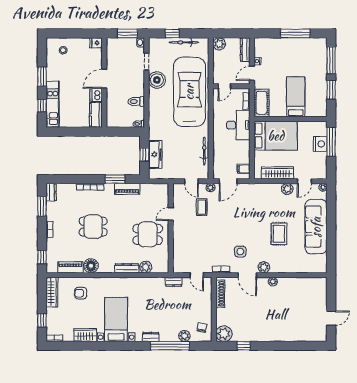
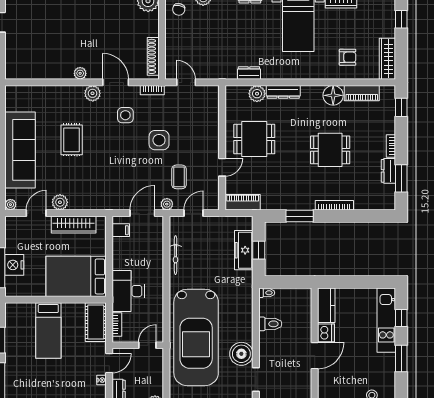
door: (191, 181) -> (193, 213), hinge flipped
piano: (127, 189) -> (243, 202), moved
dresser: (51, 192) -> (388, 171), moved
side table: (216, 234) -> (159, 140), added
dresser: (174, 282) -> (249, 73), moved

